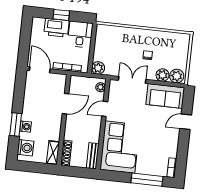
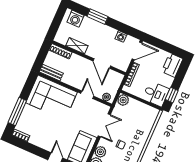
window: (61, 15) -> (172, 95), moved
printer: (56, 28) -> (172, 65), moved
washing machine: (26, 127) -> (121, 36), moved
shelving: (53, 153) -> (77, 46), moved

